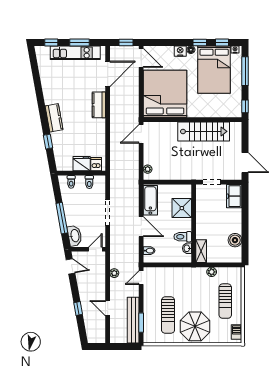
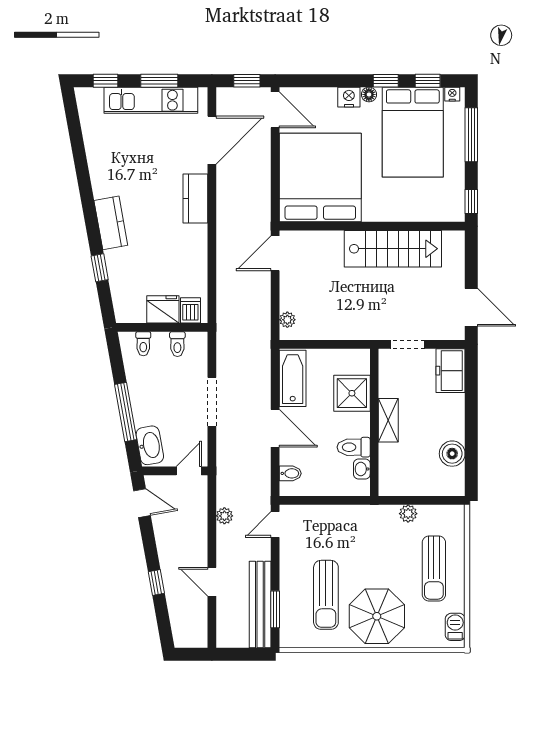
shelving: (201, 251) -> (388, 420), moved

